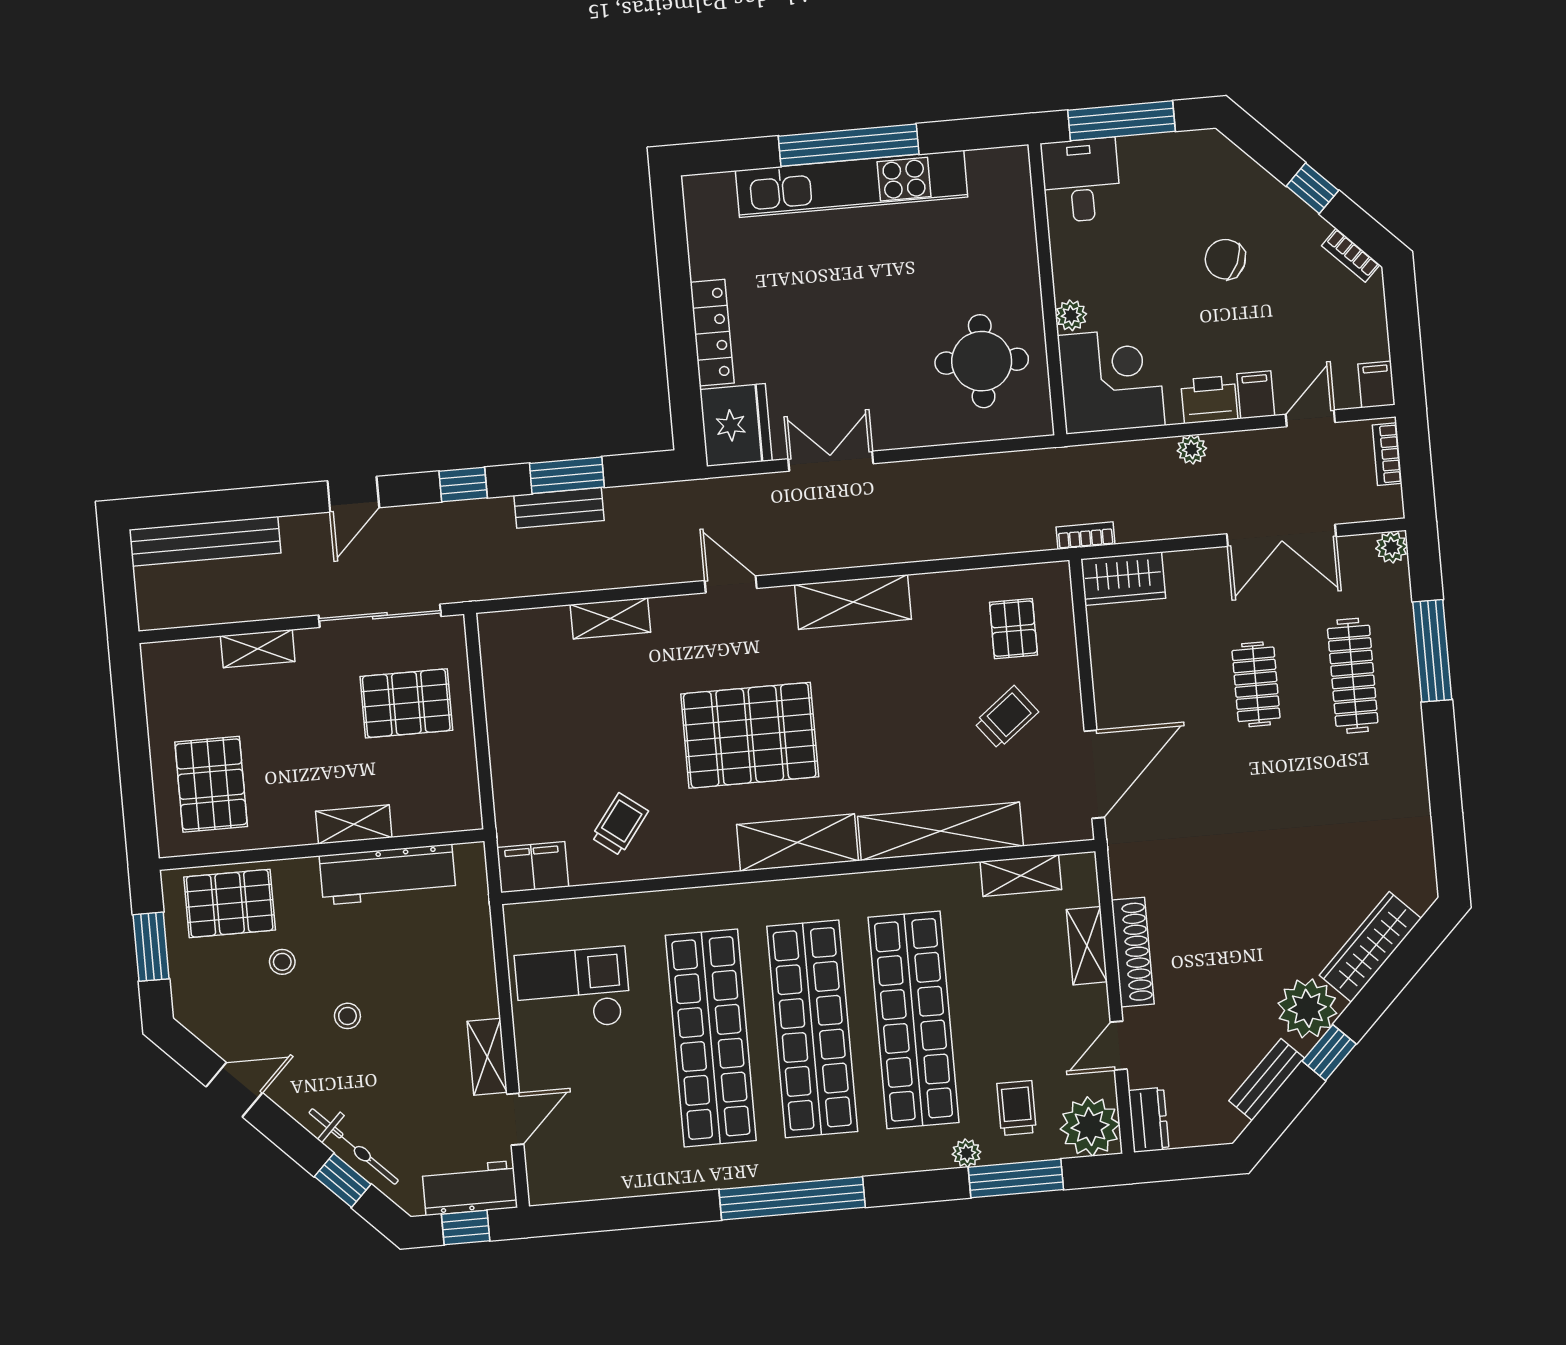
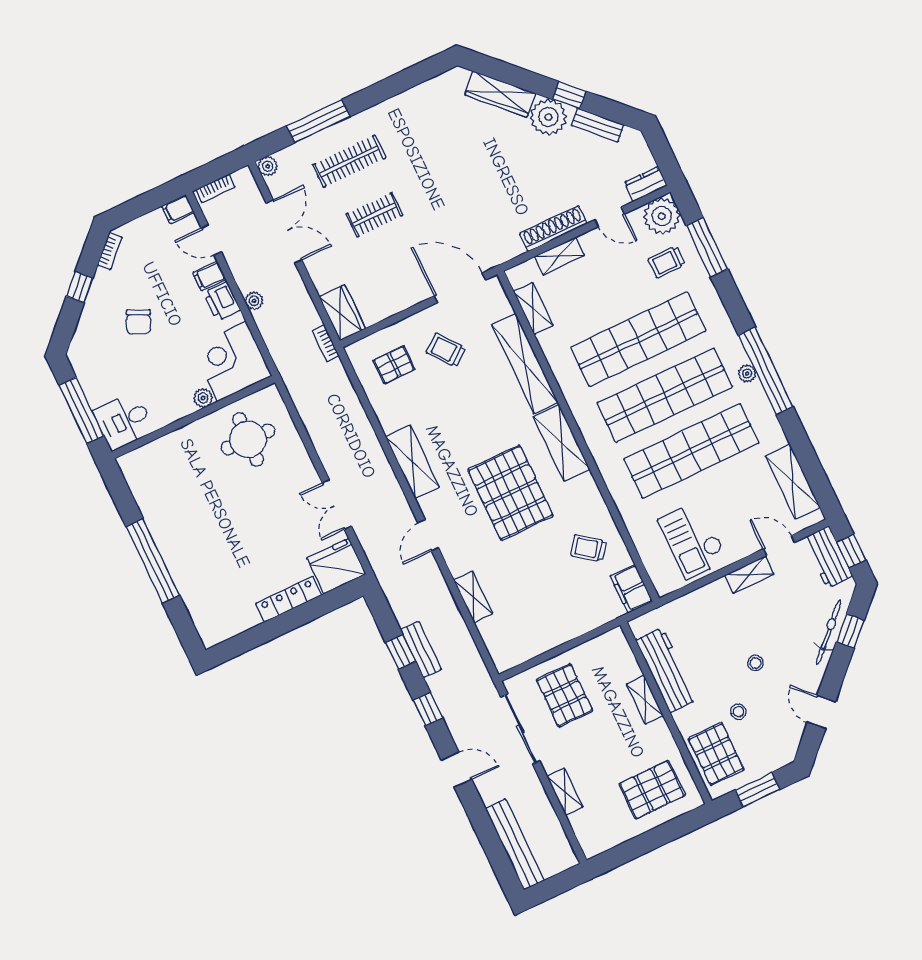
kitchen unit: (852, 184) -> (174, 551), removed
window: (567, 475) -> (401, 652), width x0.67
plant: (967, 1153) -> (747, 374), moved
shelving: (606, 1177) -> (793, 482), added

